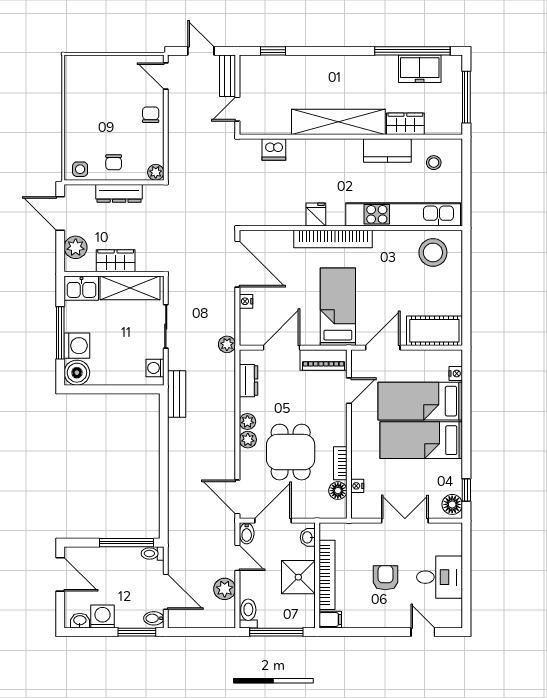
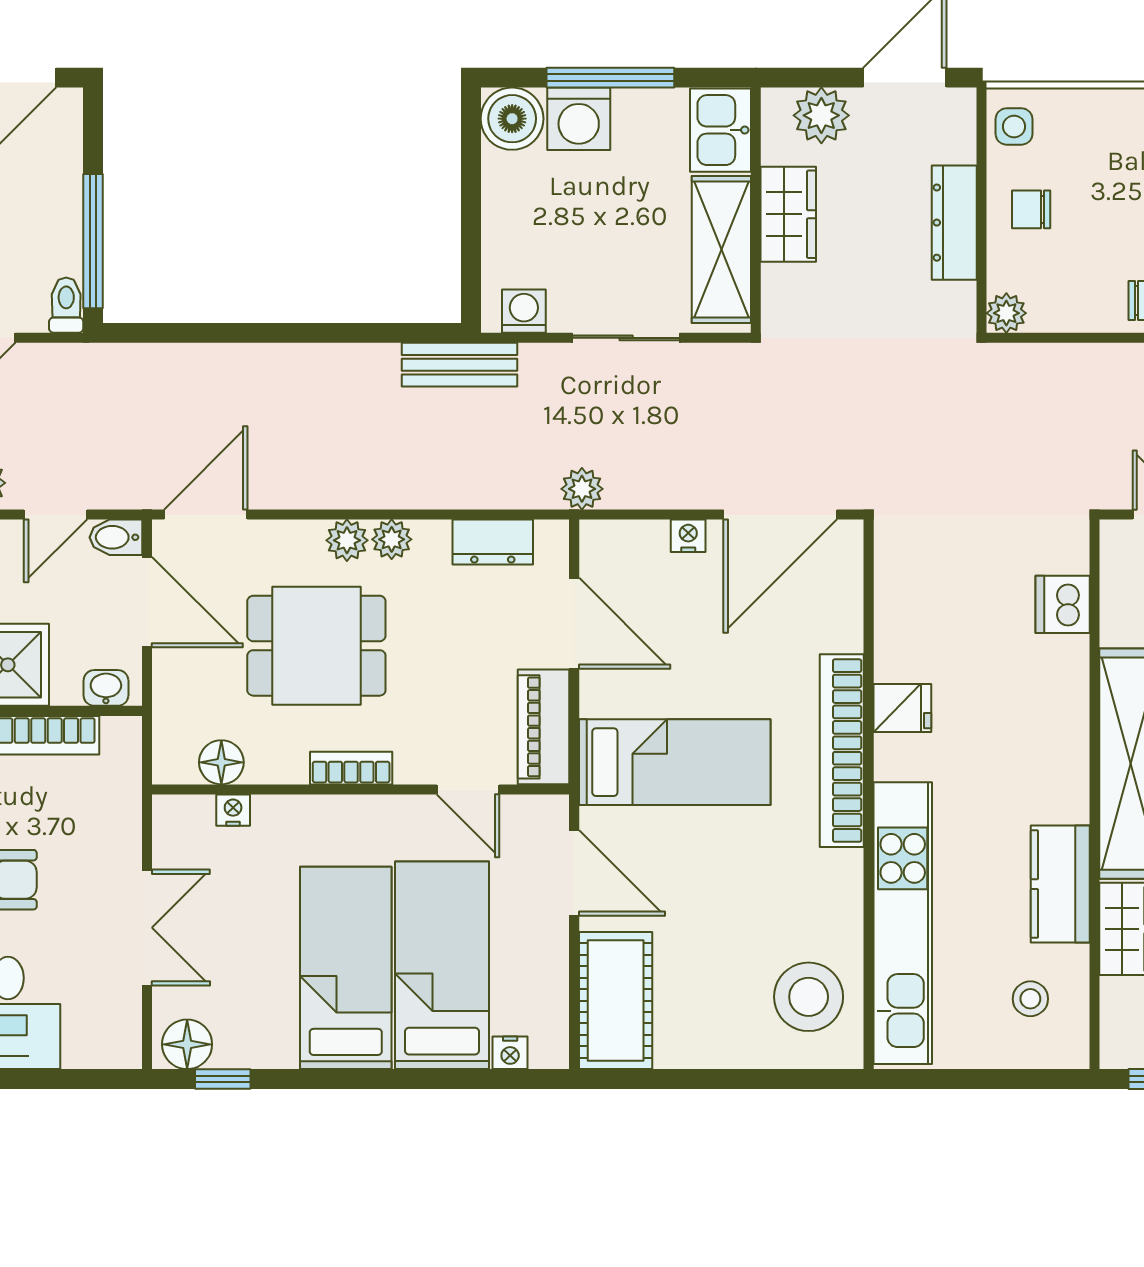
bookcase: (340, 463) -> (351, 768), moved

